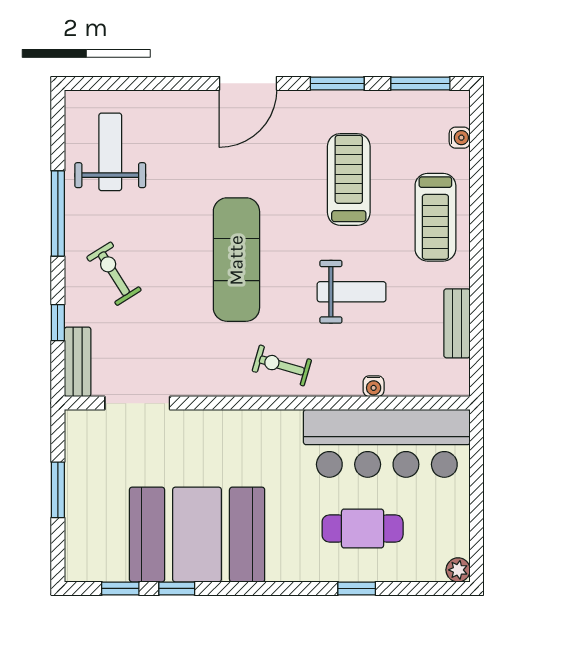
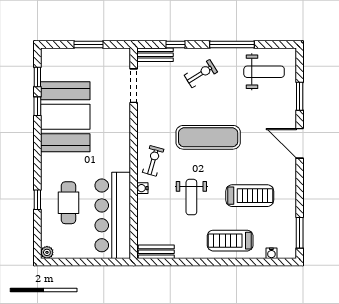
window: (337, 83) -> (300, 96), moved
bench: (457, 323) -> (156, 252), moved
water cooler: (374, 386) -> (142, 188), moved

